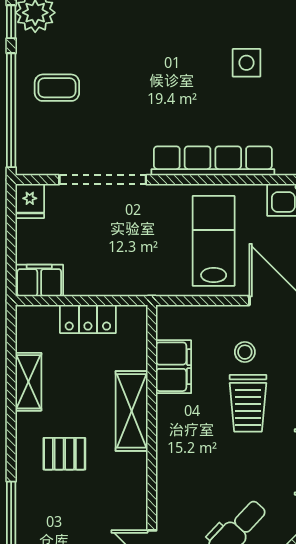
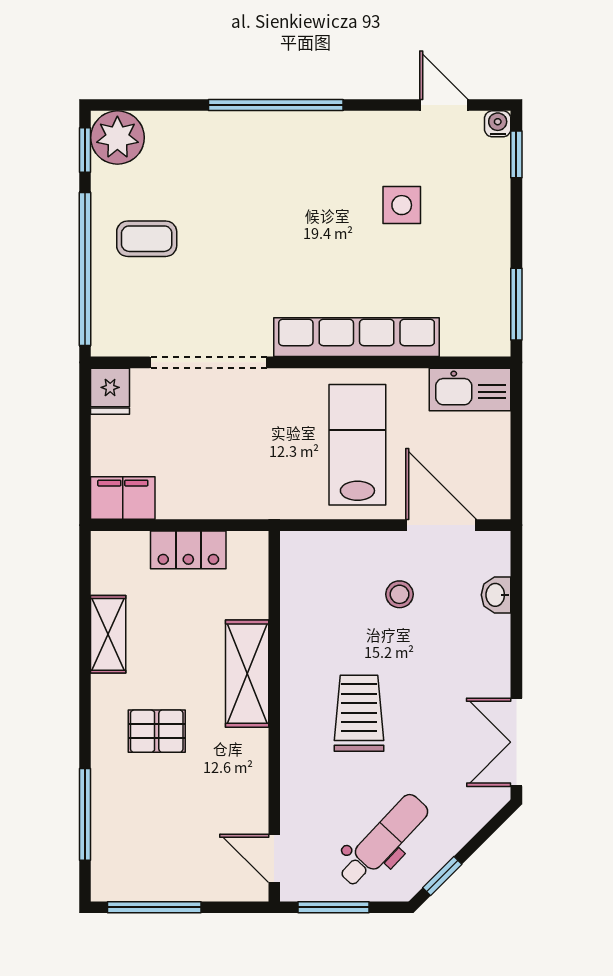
filing cabinet: (174, 367) -> (304, 614), removed
trolley: (248, 403) -> (359, 713), moved, turned 180

